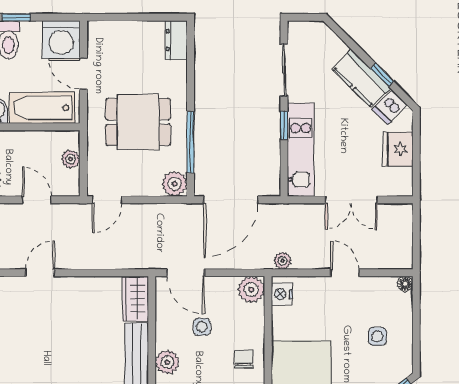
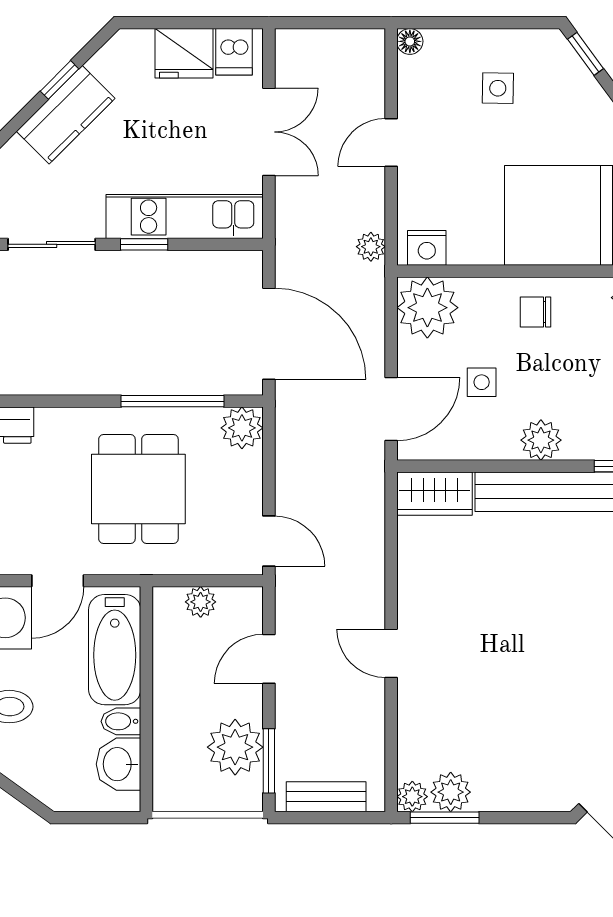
dishwasher: (390, 107) -> (234, 52), moved, turned 45
plant: (251, 290) -> (427, 308), width x1.36, depth x1.36

